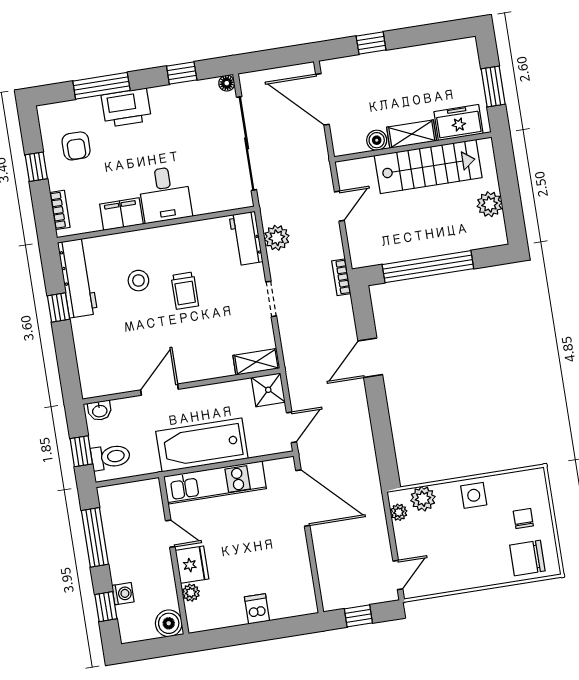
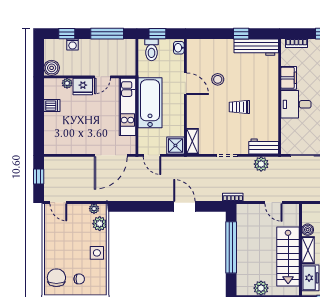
stool: (138, 281) -> (218, 79), moved
dishwasher: (257, 609) -> (52, 106), moved

